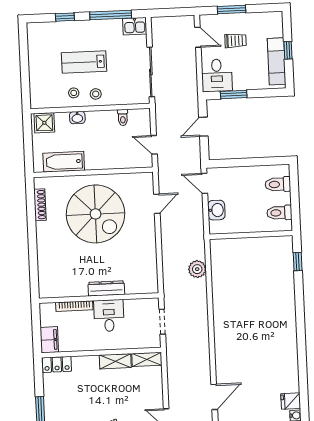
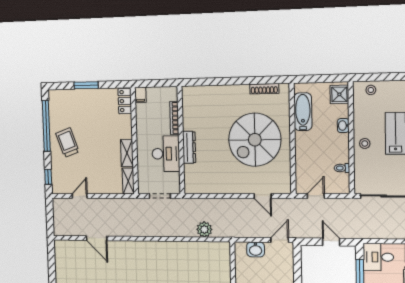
stool: (74, 93) -> (371, 90), moved
desk: (109, 316) -> (166, 154), width x1.37
filing cabinet: (49, 340) -> (140, 95), width x0.50

